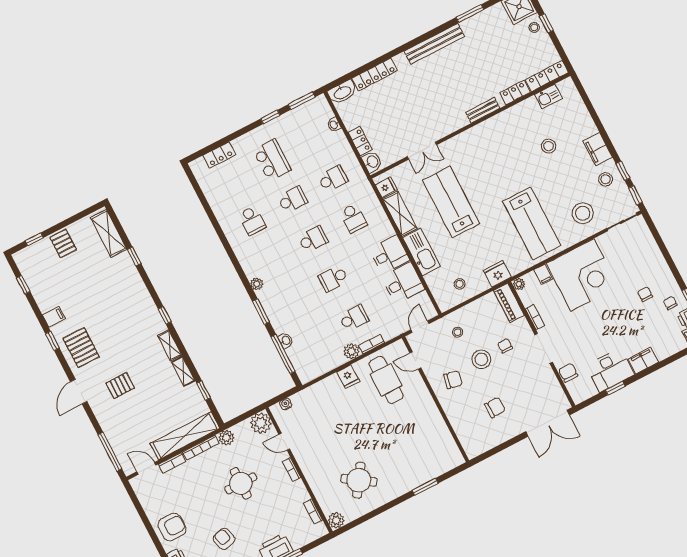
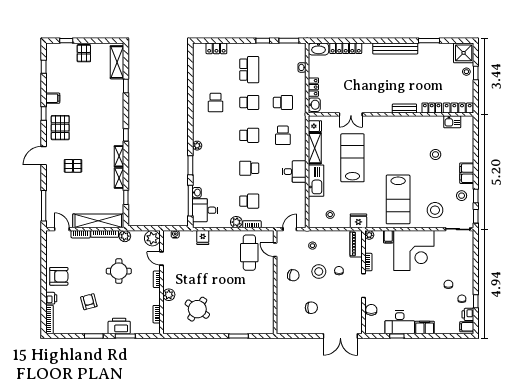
desk: (403, 283) -> (205, 210), moved, turned 180
fridge: (348, 377) -> (203, 238), moved
plant: (336, 520) -> (169, 295), moved

